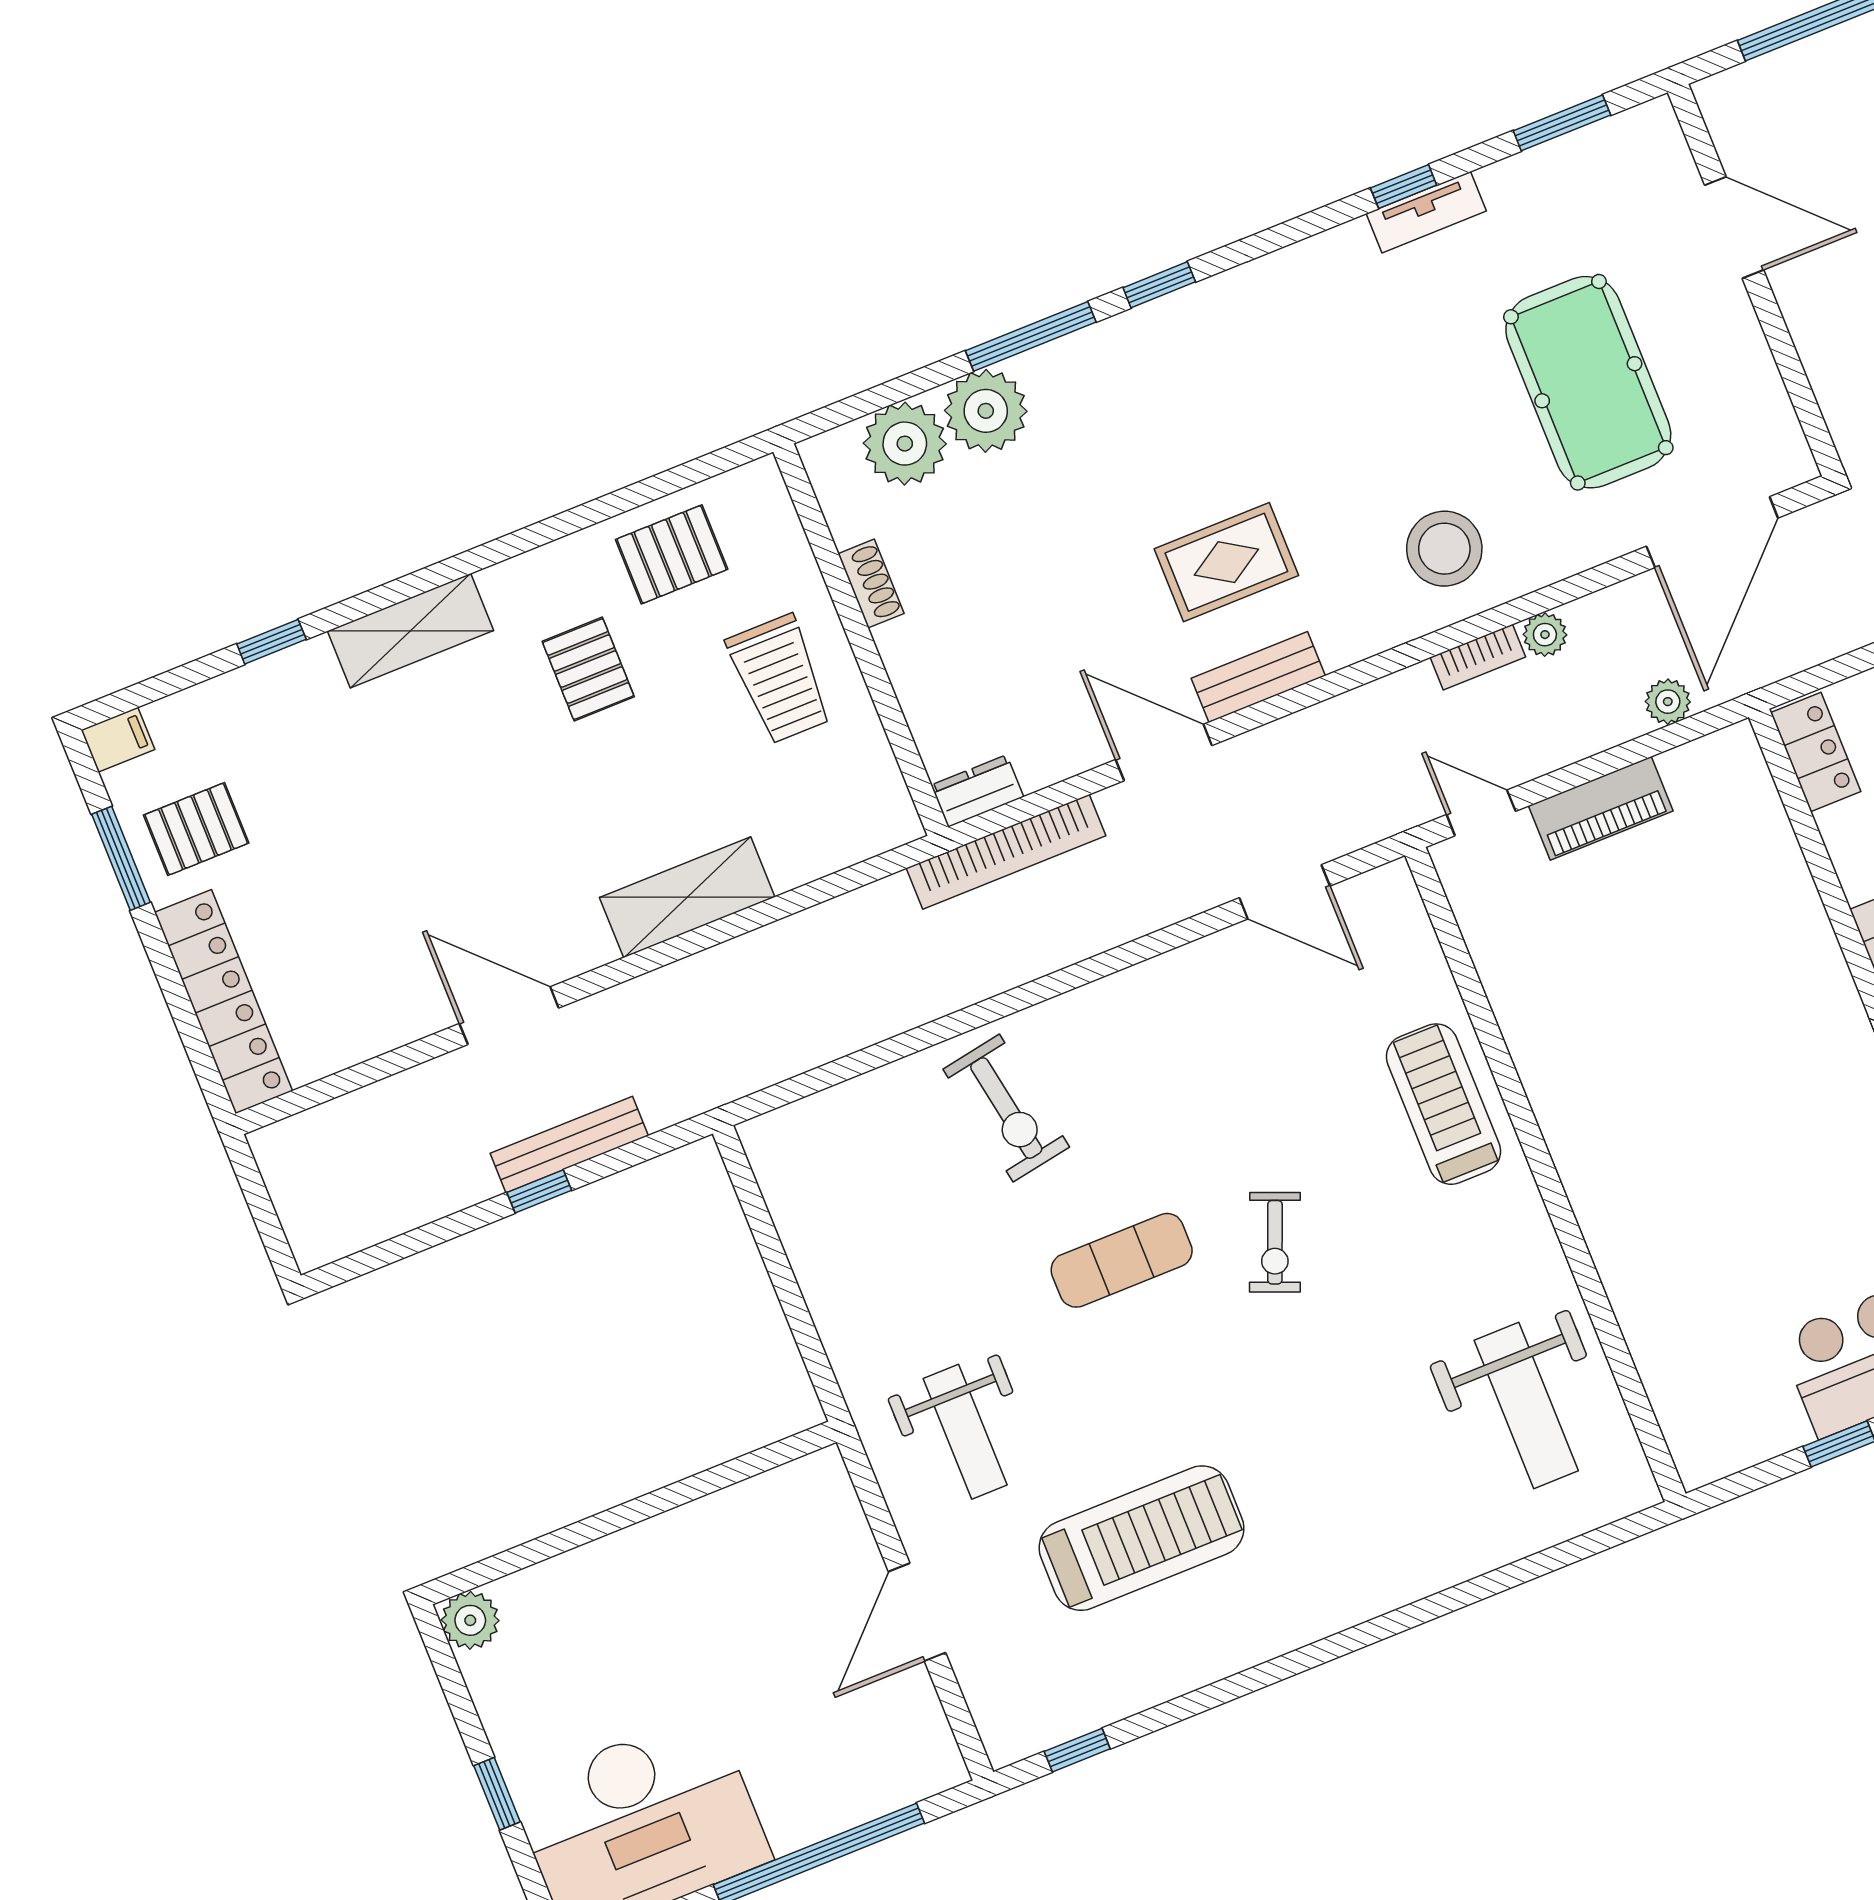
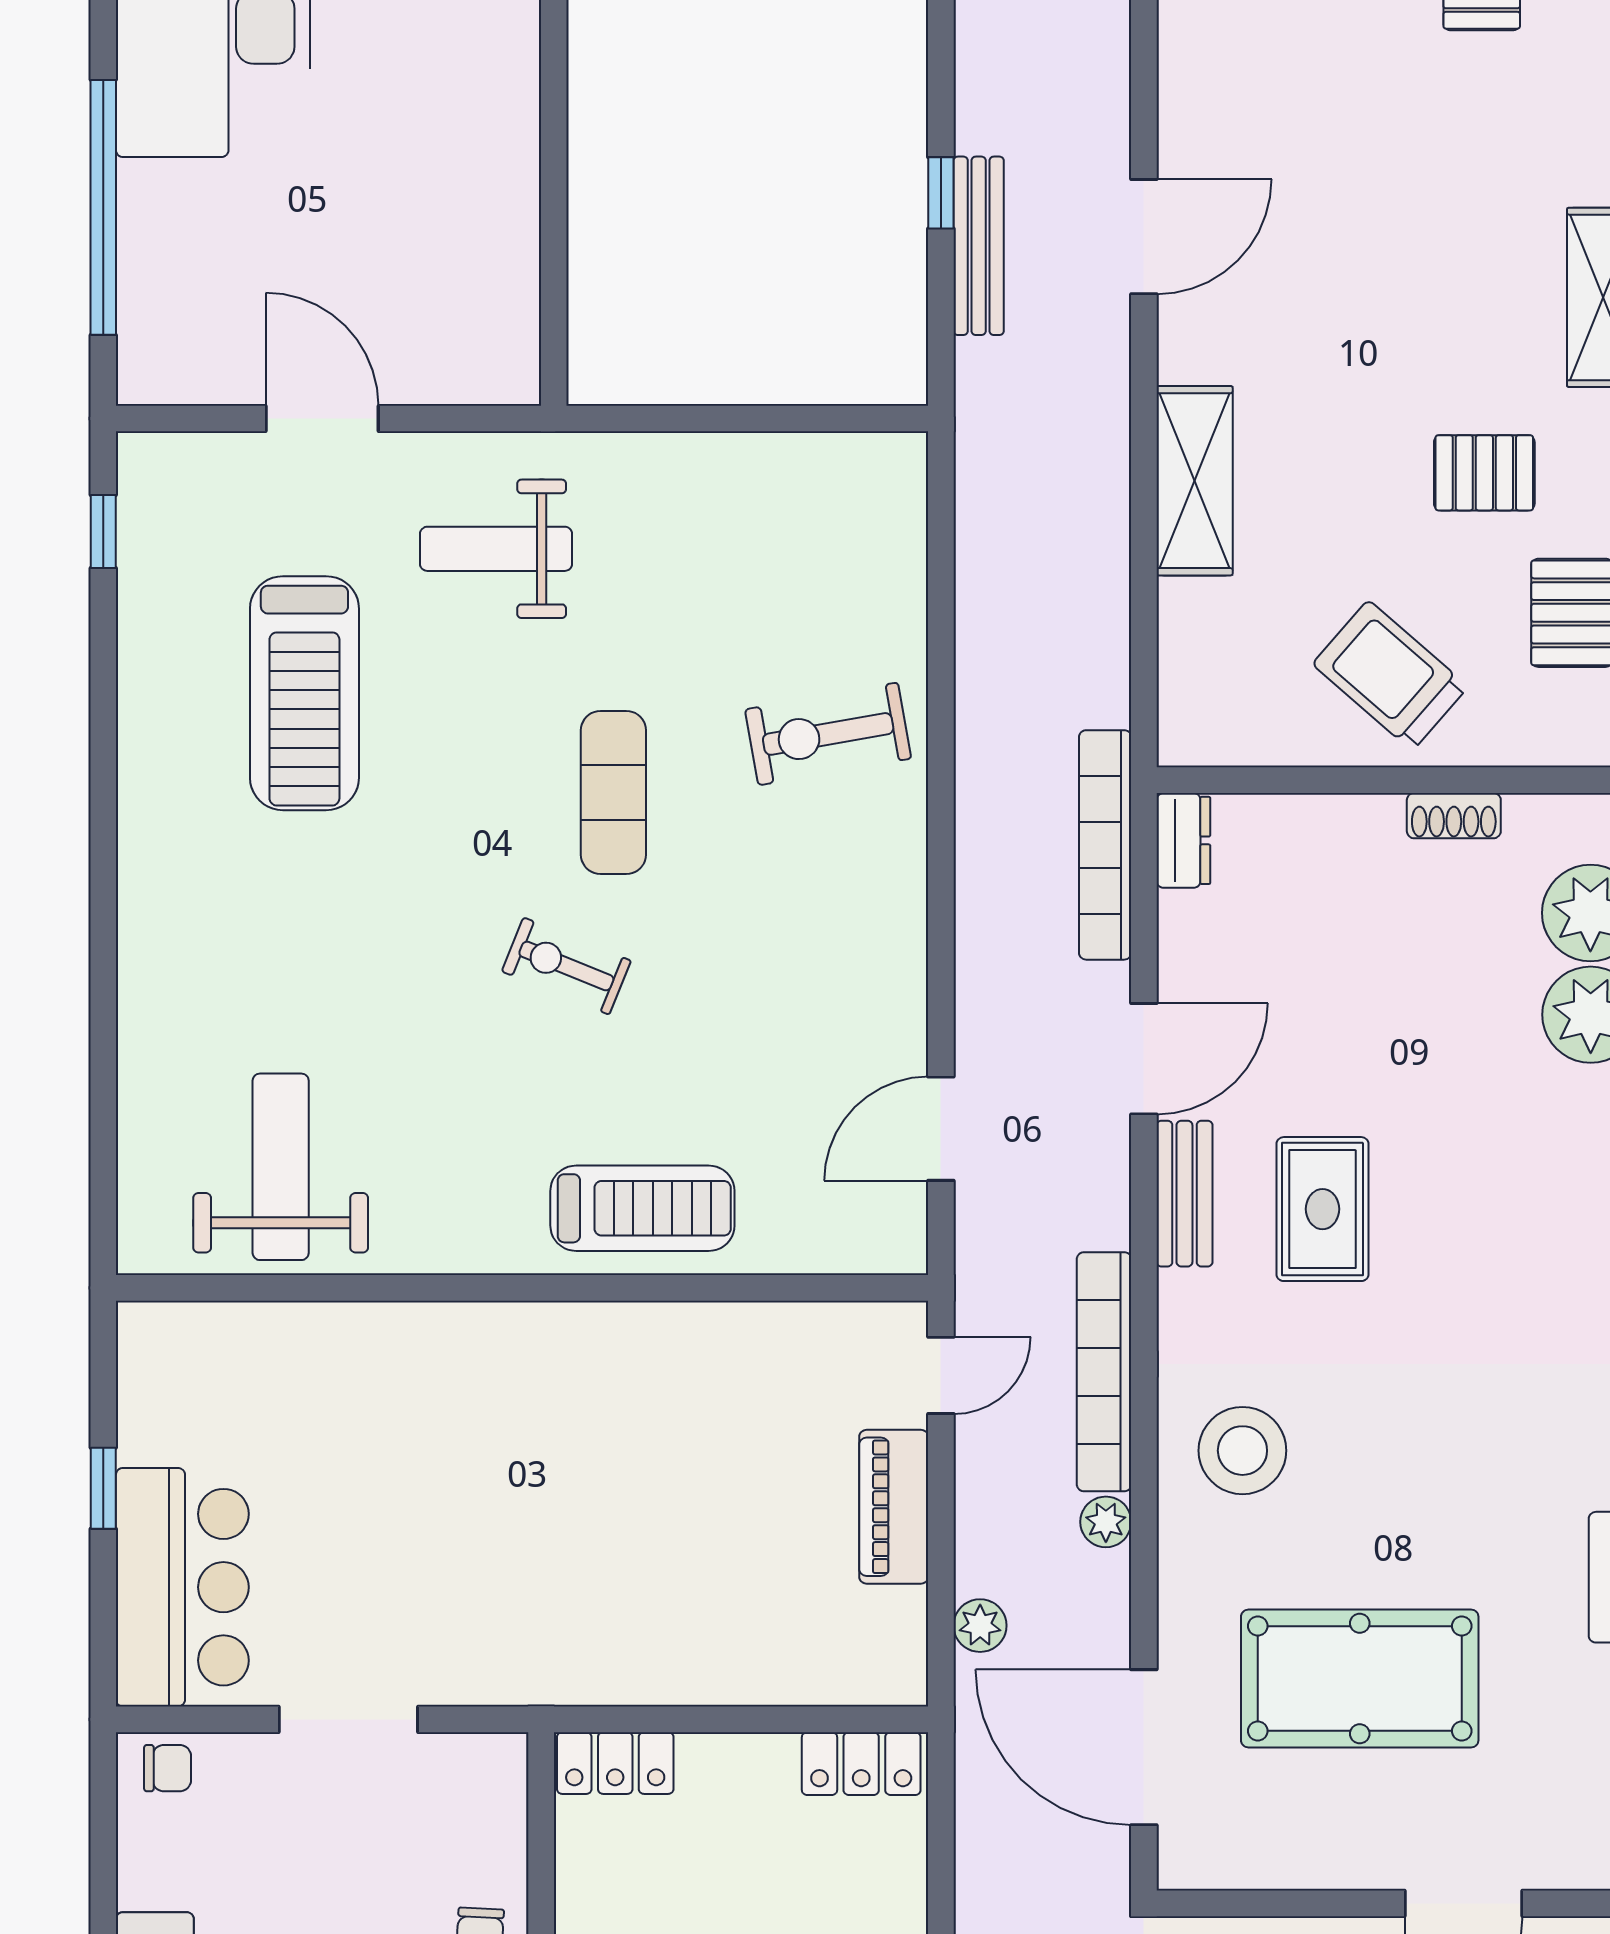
bookcase: (1478, 657) -> (1104, 1372), width x2.31, depth x1.31
trolley: (780, 679) -> (1390, 675), turned 41
weight bench: (1526, 1405) -> (281, 1167), turned 90

